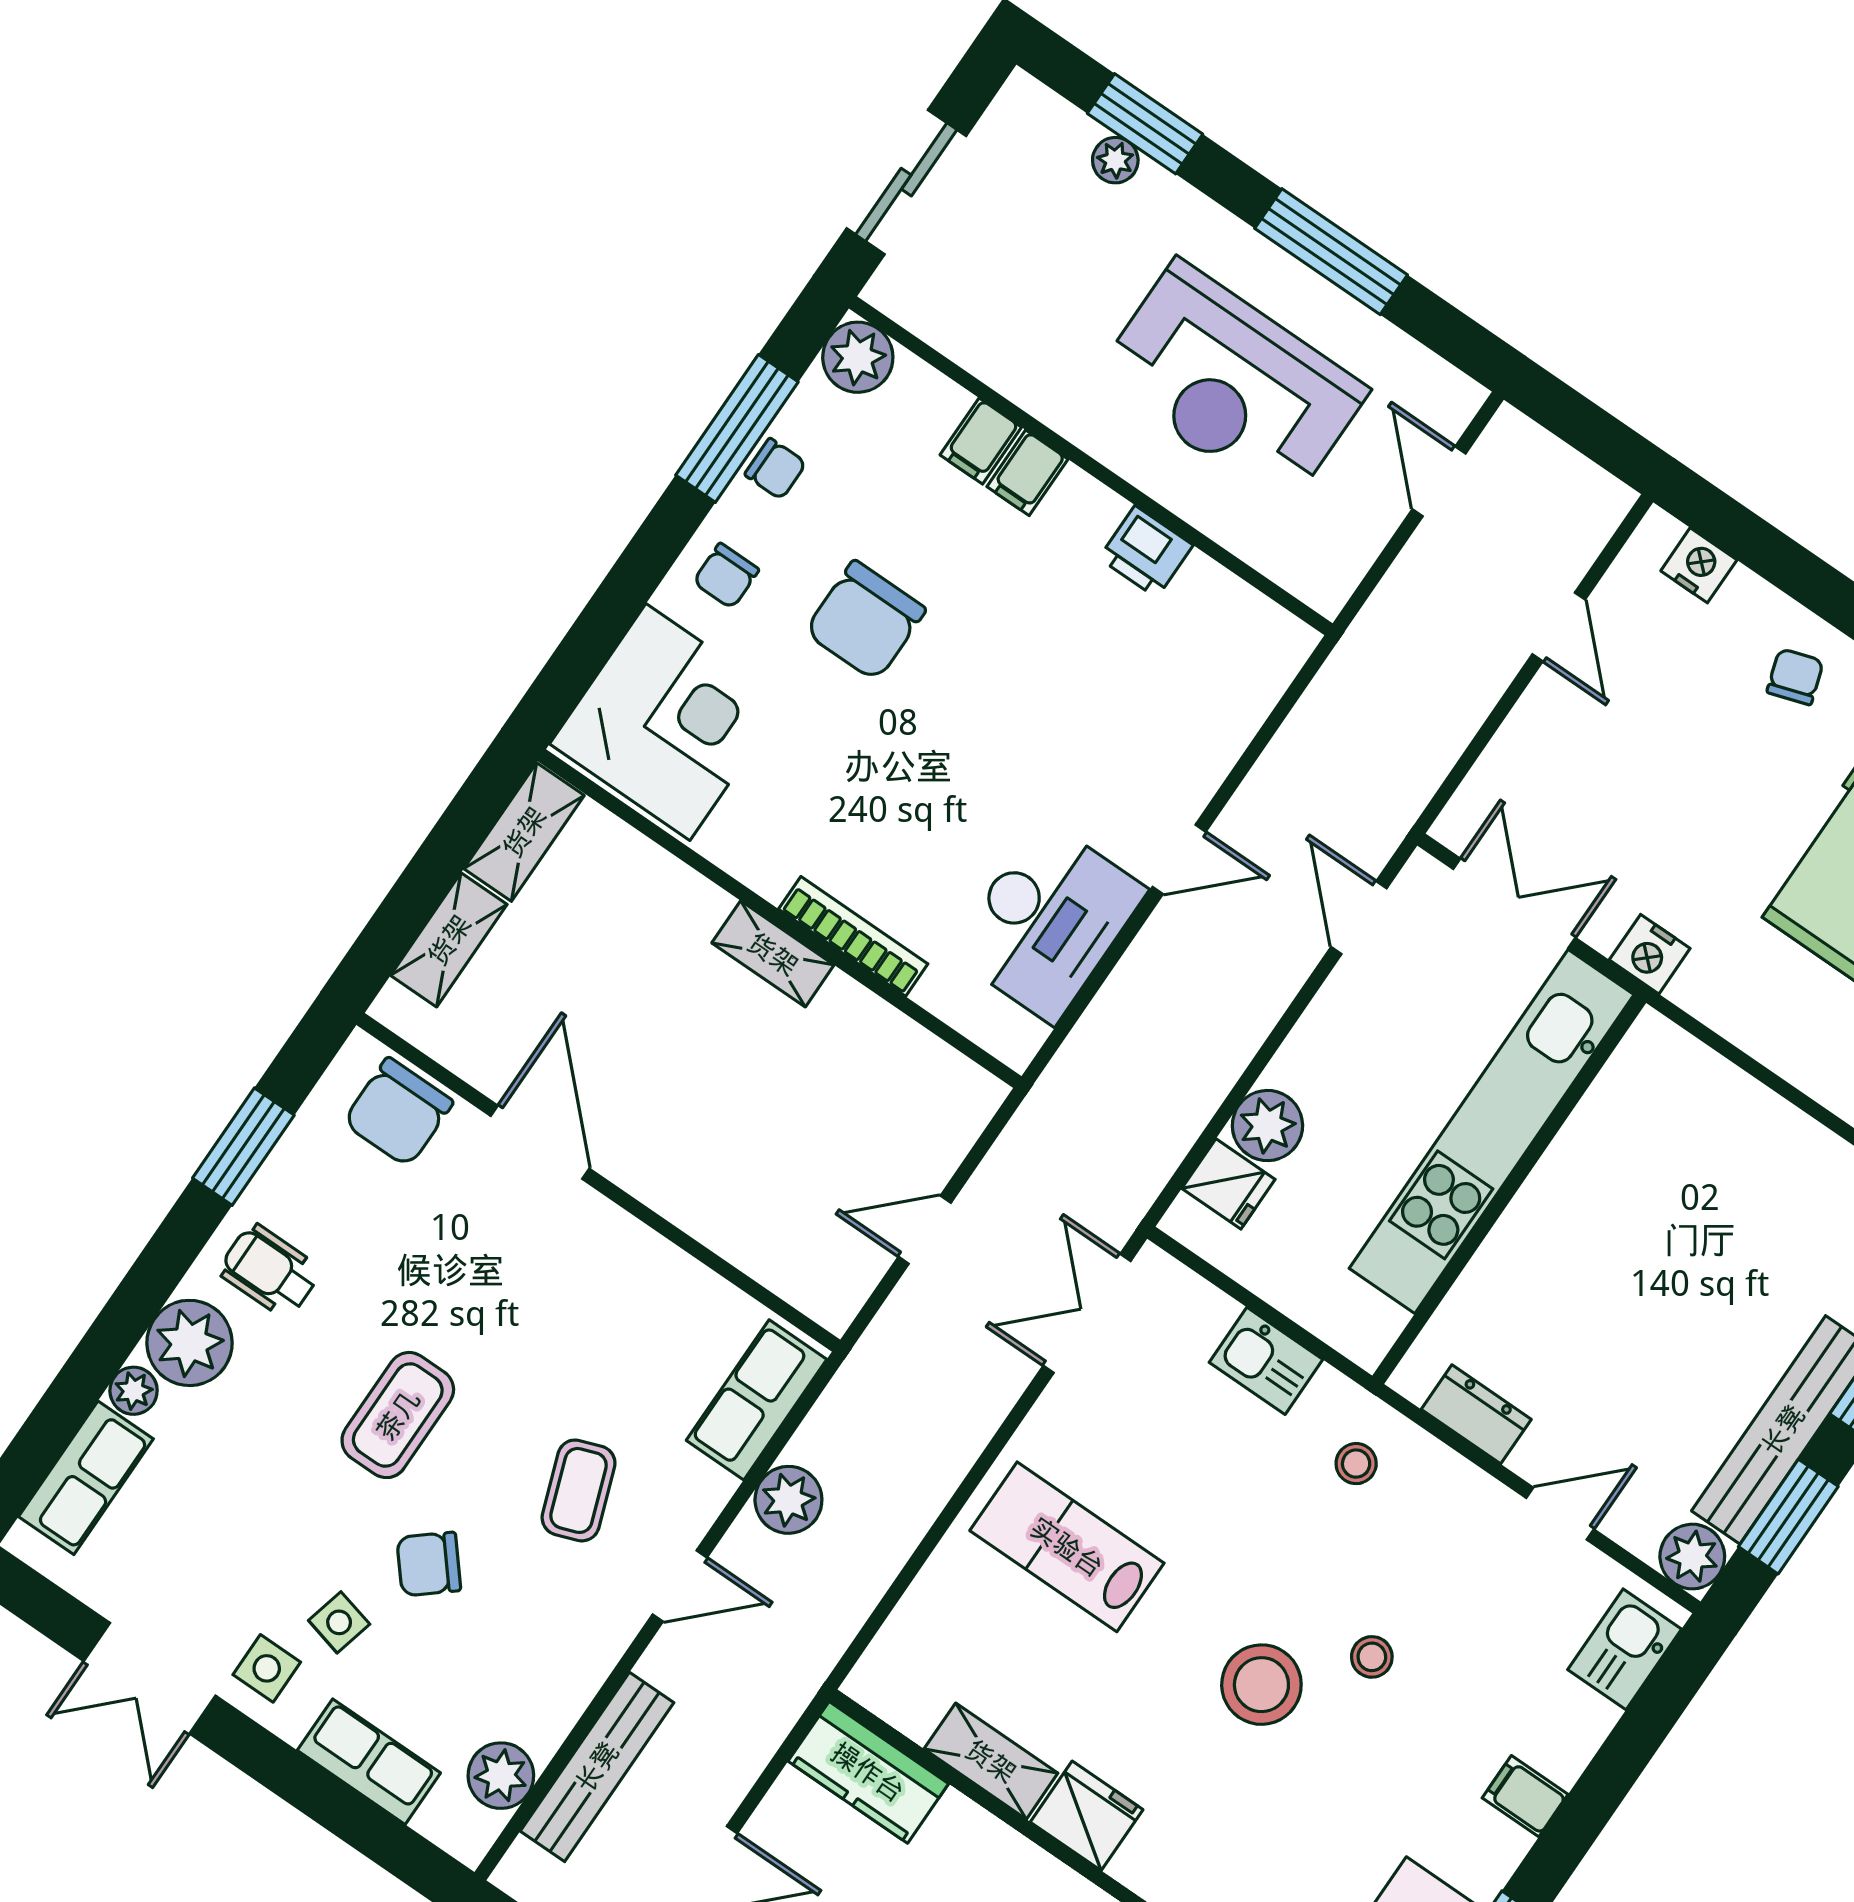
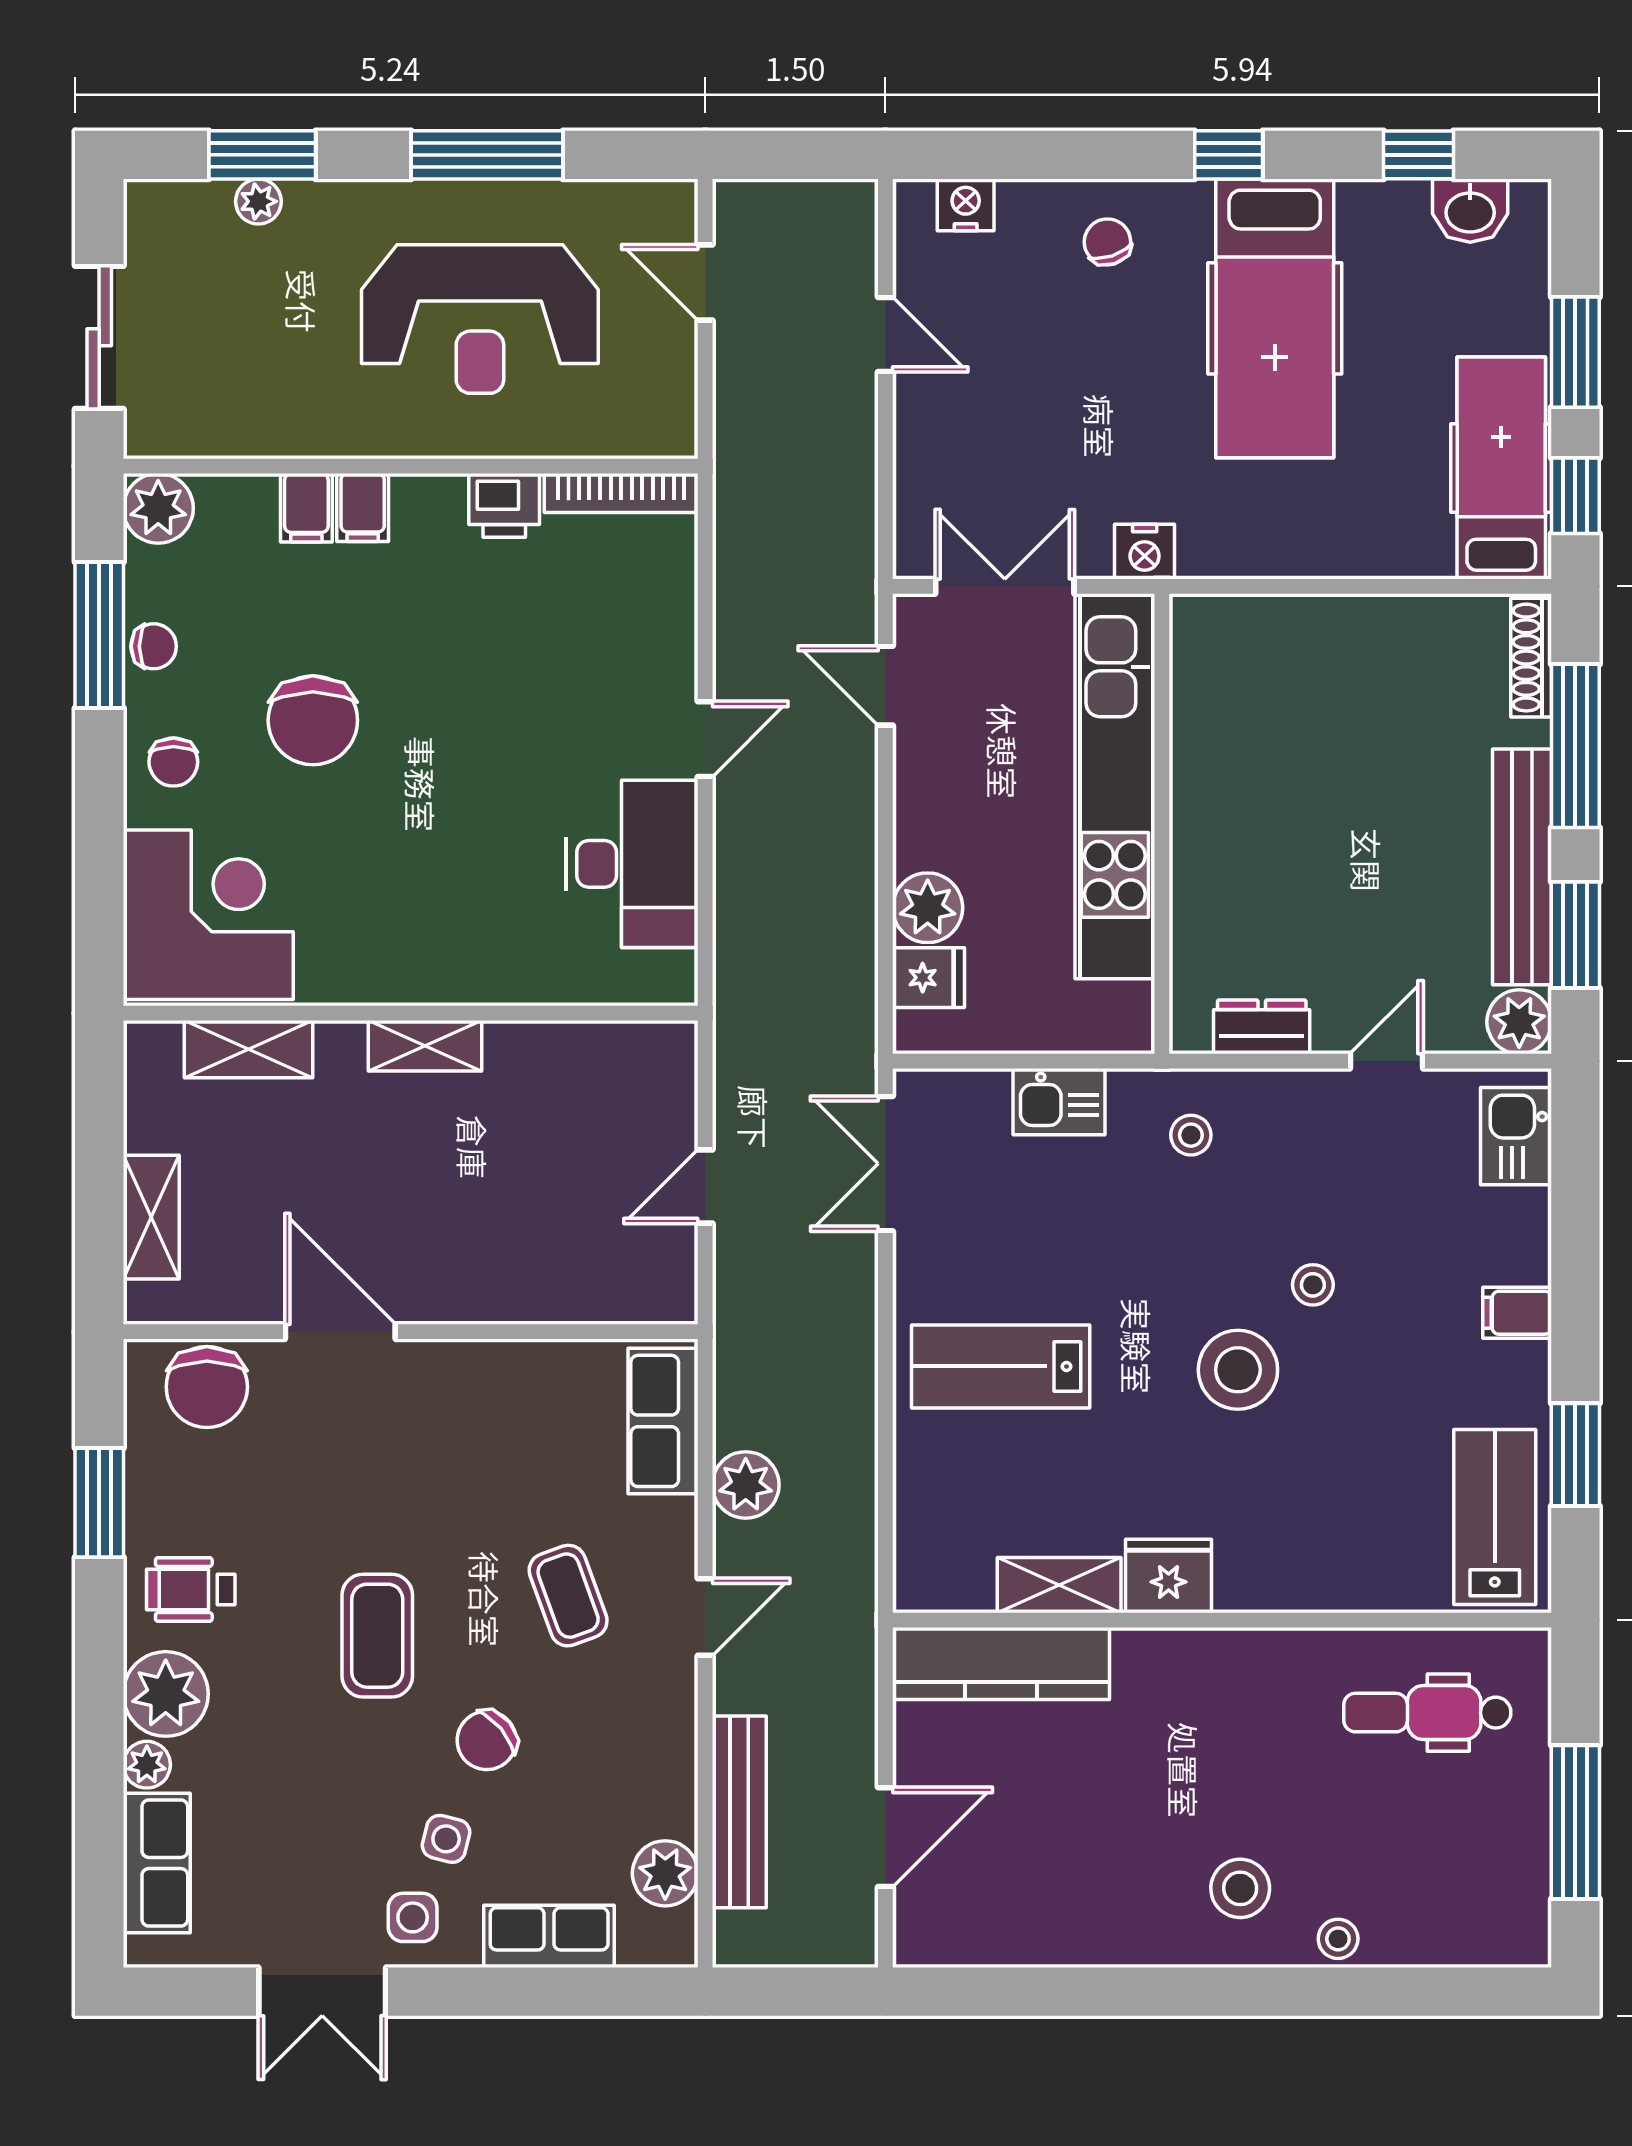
shelving: (524, 832) -> (248, 1049), moved, turned 90
bookcase: (853, 936) -> (621, 493), moved, turned 180
kitchen counter: (868, 1772) -> (1001, 1663), width x1.50

